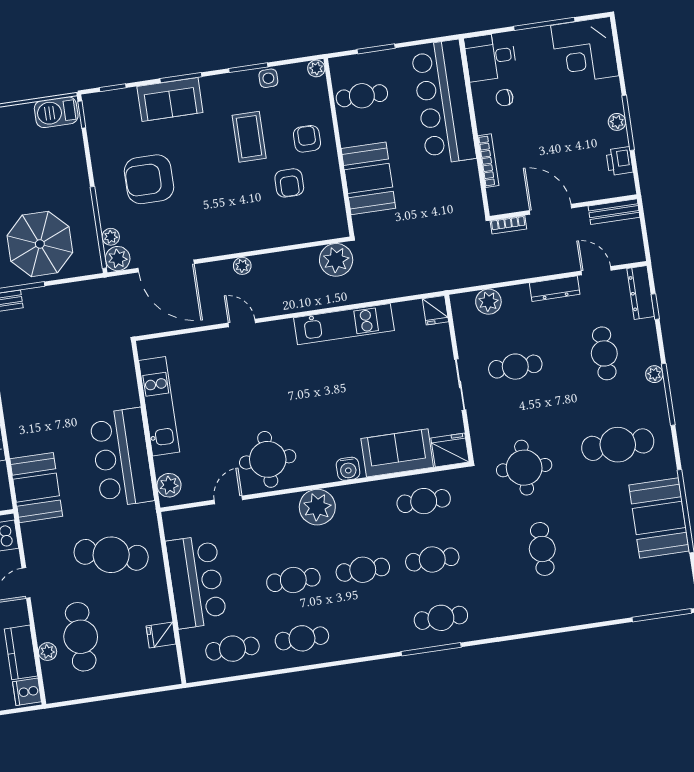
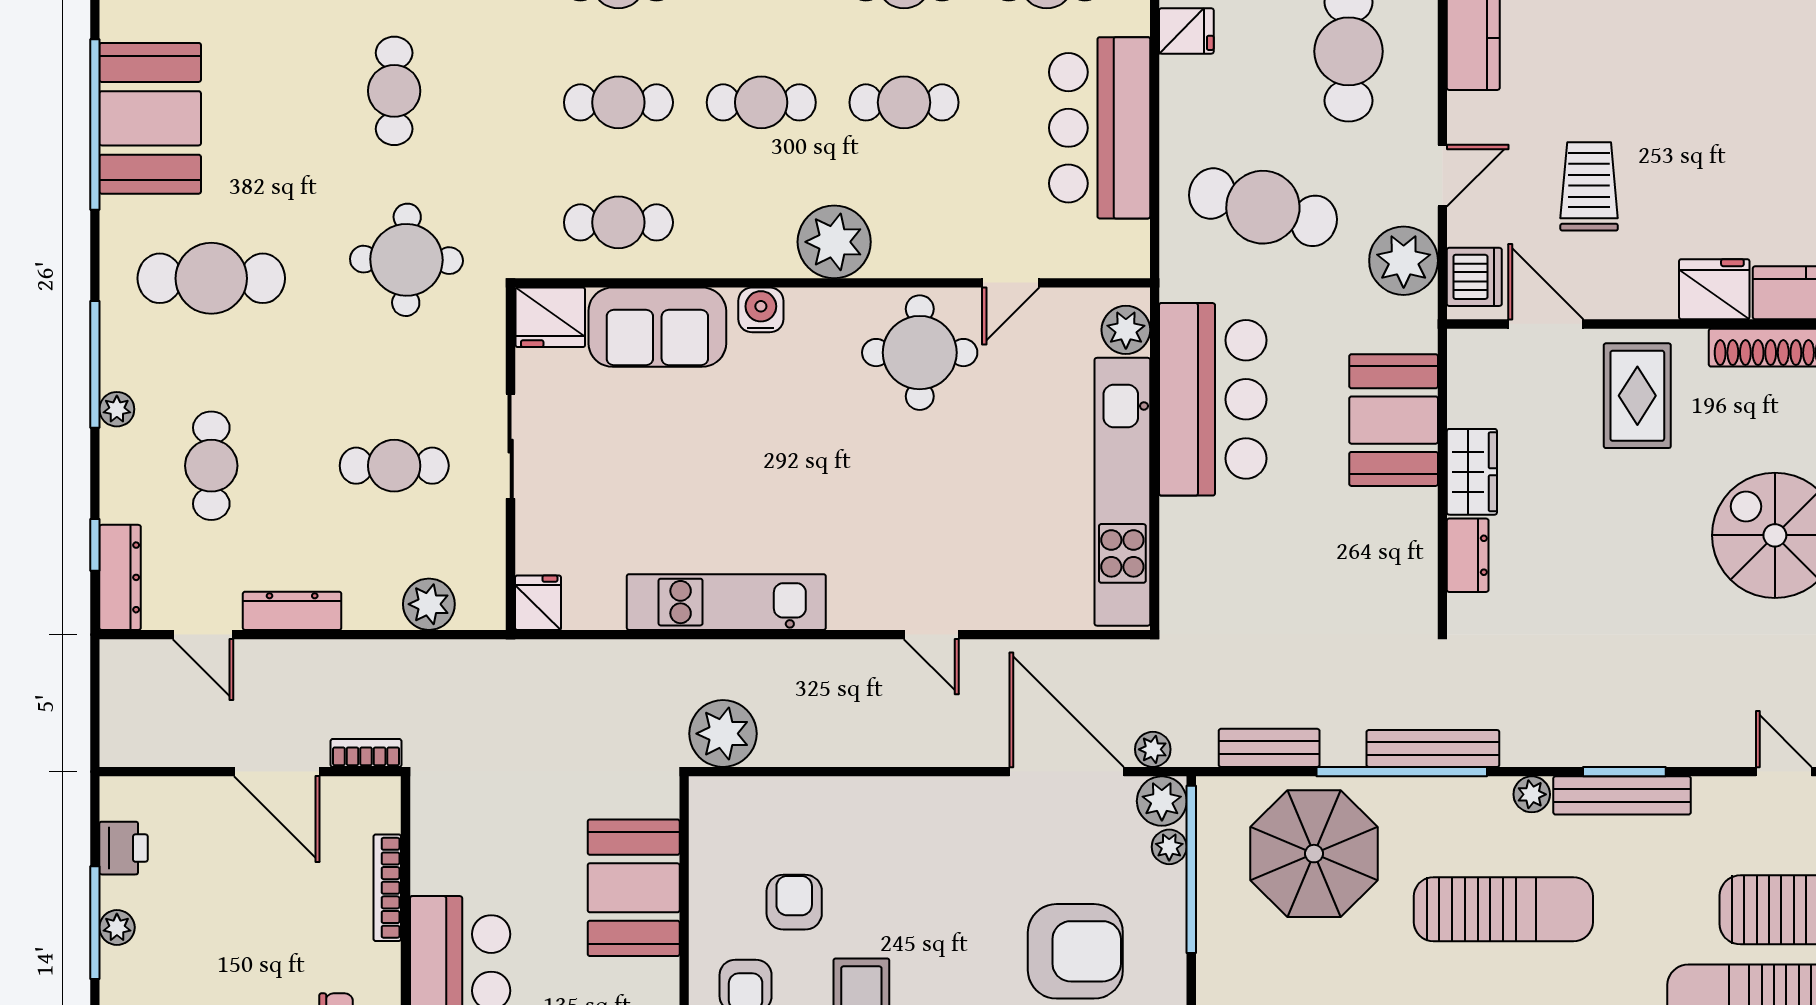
bench: (614, 212) -> (1269, 748), moved
plant: (242, 266) -> (1153, 749), moved
kitchen unit: (159, 406) -> (1122, 492), width x1.36
booth: (36, 488) -> (1394, 420), moved
plant: (48, 652) -> (1404, 261), moved, width x1.88, depth x1.88

